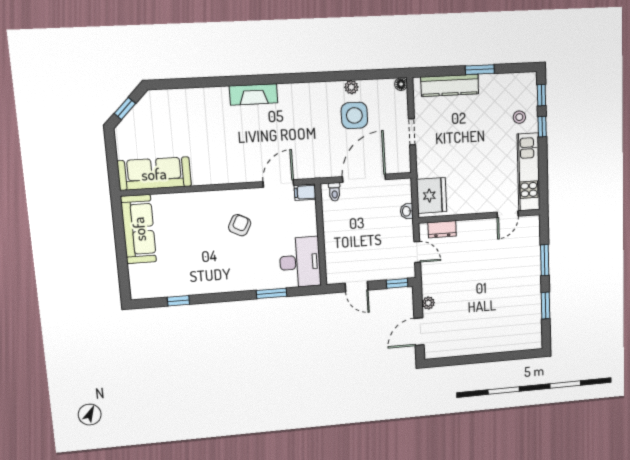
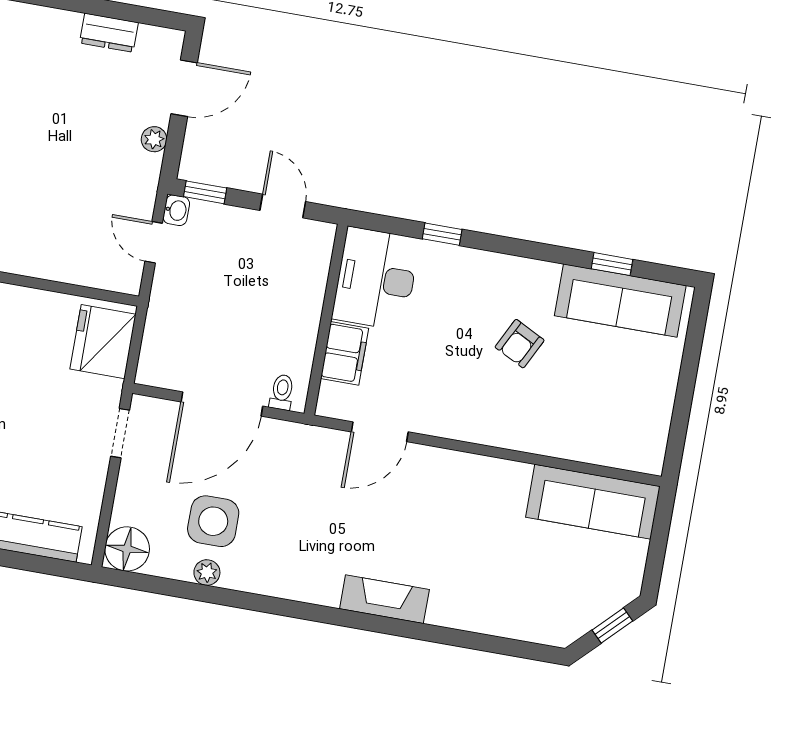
floor lamp: (401, 84) -> (127, 549), width x1.89, depth x1.89
doorway: (412, 132) -> (120, 433), moved
filing cabinet: (305, 192) -> (345, 353), moved, width x2.00
washbasin: (407, 211) -> (176, 210), moved
armchair: (240, 225) -> (520, 344), moved
sofa: (139, 229) -> (620, 301), moved, turned -90
dresser: (442, 229) -> (109, 33), moved, turned 180
window: (271, 293) -> (442, 234), width x0.67

